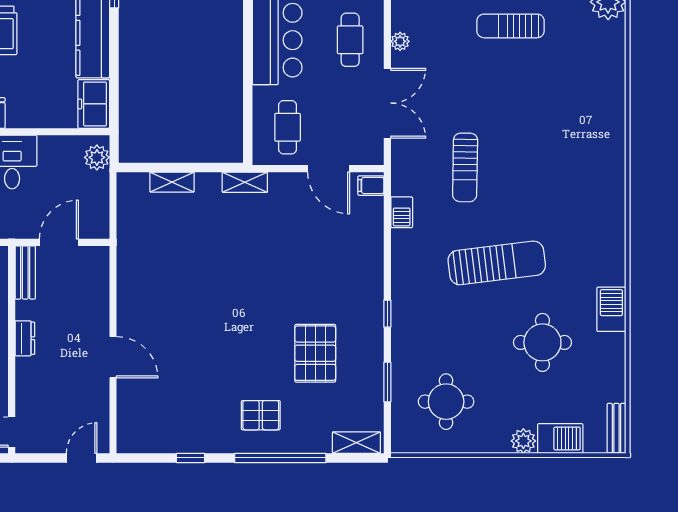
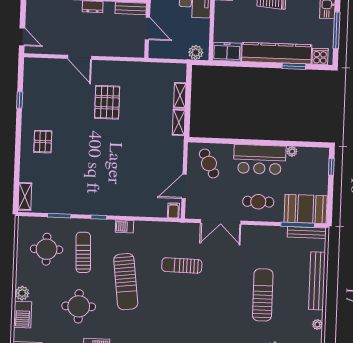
sun lounger: (511, 26) -> (263, 295), width x1.36, depth x1.34
plant: (400, 41) -> (256, 231), removed
cafe table: (288, 127) -> (209, 164), turned 63
shelving: (245, 182) -> (179, 122), moved
barbecue: (402, 212) -> (124, 226), moved
sun lounger: (449, 338) -> (83, 252), added
pallet: (315, 353) -> (107, 102), moved, turned 90
door: (113, 357) -> (80, 57), hinge flipped
window: (280, 458) -> (18, 152), removed

